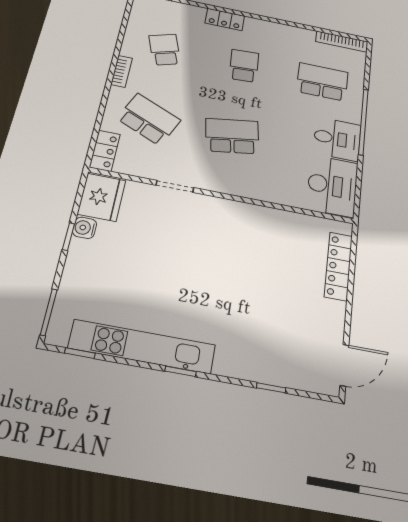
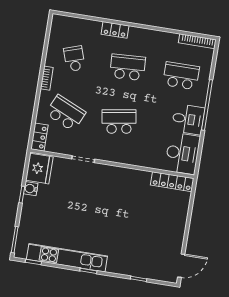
school desk: (244, 66) -> (128, 67), width x1.85
locker: (338, 266) -> (172, 182), moved, turned -90

